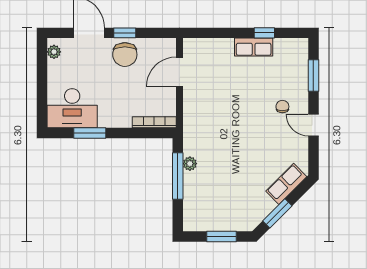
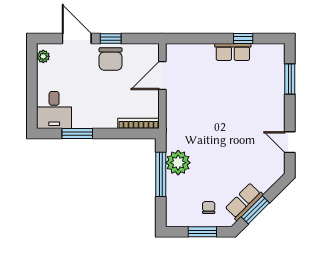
chair: (282, 107) -> (209, 207), moved
desk: (72, 108) -> (54, 110), width x0.73
door: (313, 125) -> (290, 142), moved
plant: (190, 164) -> (178, 163), width x1.87, depth x1.87
row of seats: (286, 184) -> (244, 202), moved

